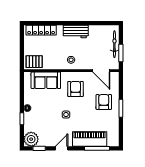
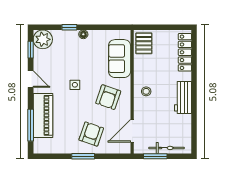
armchair: (75, 89) -> (108, 97), turned 109
armchair: (104, 102) -> (91, 134), turned -71

